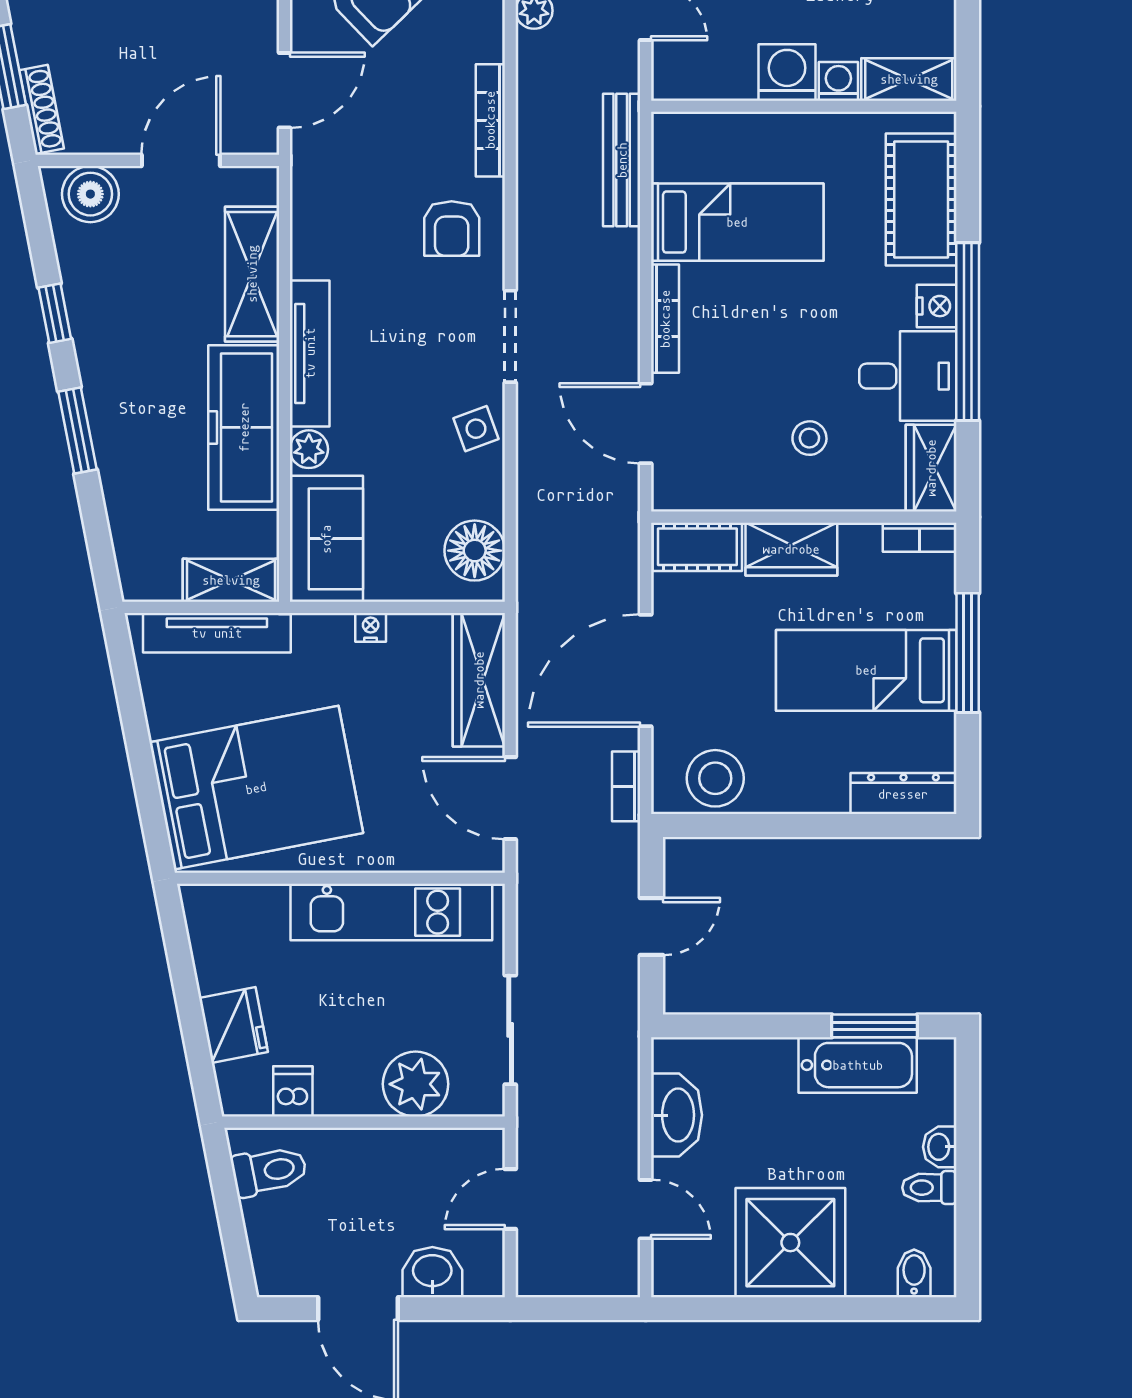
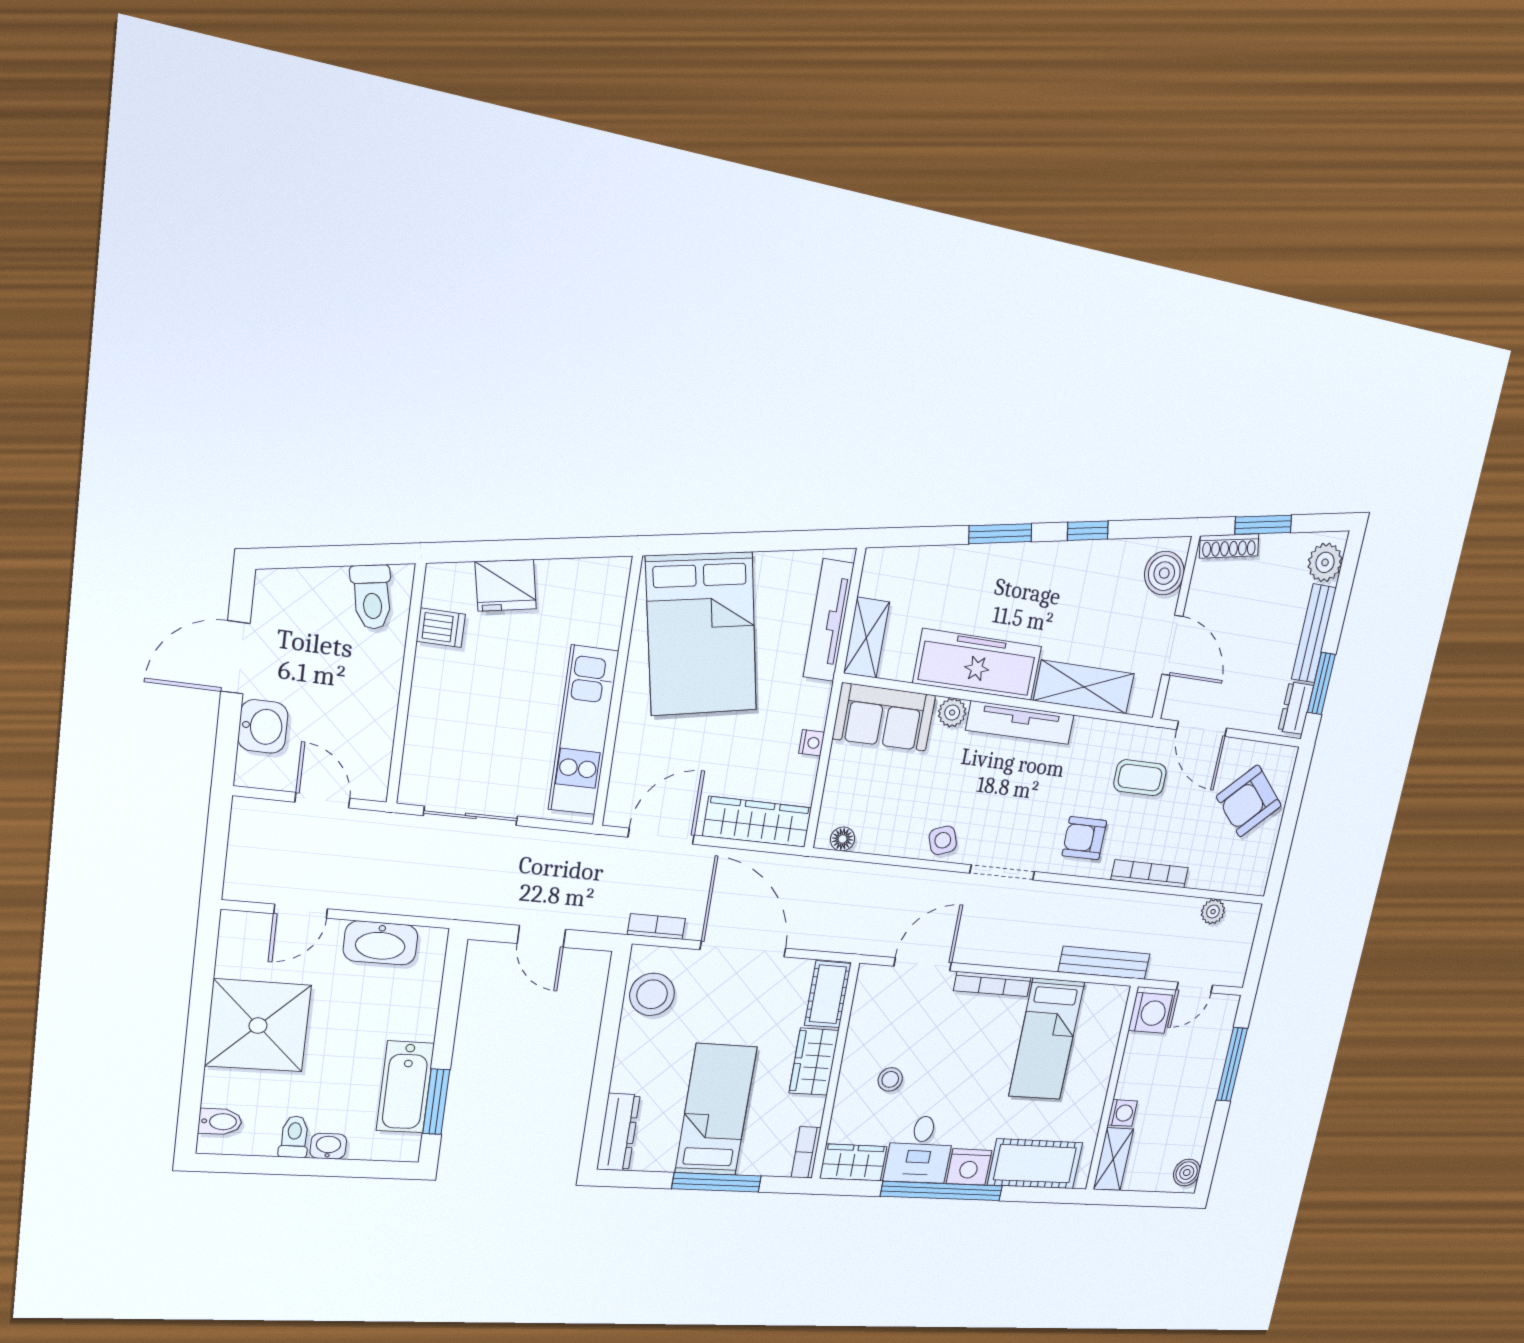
washing machine: (787, 72) -> (1150, 1013), moved
coffee table: (361, 166) -> (1140, 778), added
nightstand: (937, 306) -> (969, 1167), width x1.36, depth x1.33
floor lamp: (475, 551) -> (843, 839), width x0.53, depth x0.53
plant: (416, 1084) -> (434, 733), removed

